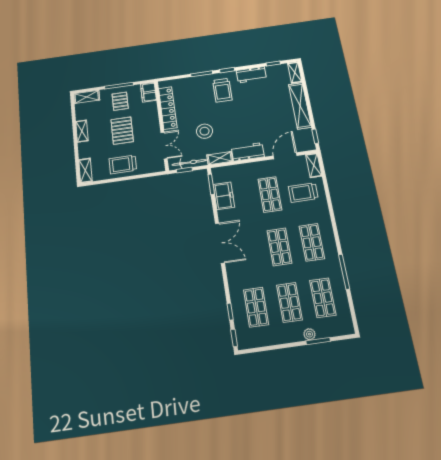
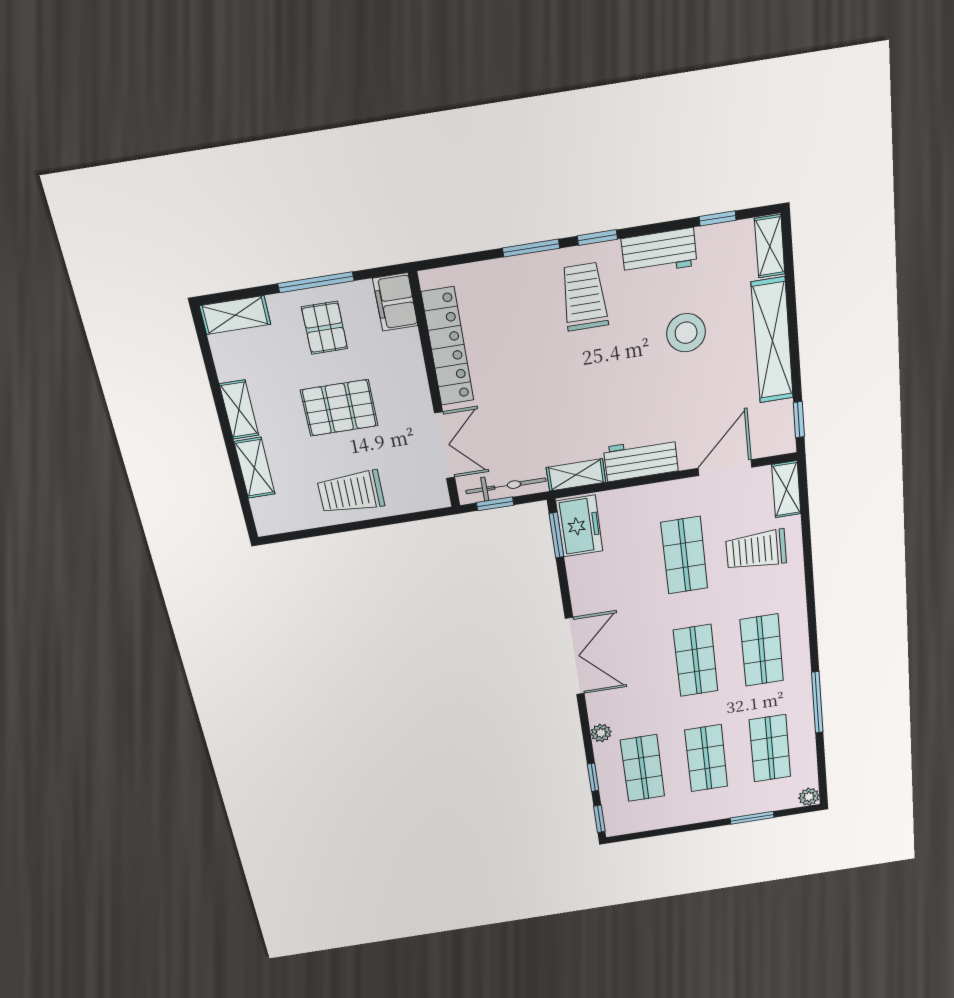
trolley: (222, 90) -> (584, 297), turned 180
pallet: (122, 131) -> (339, 408), turned 90
stool: (205, 131) -> (686, 333), moved
shelving: (85, 170) -> (255, 468), moved
freezer: (224, 196) -> (579, 526), moved
plant: (234, 285) -> (601, 733), added
plant: (310, 334) -> (809, 797), moved

